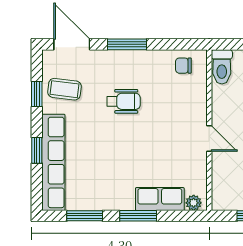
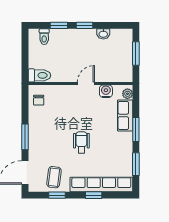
wheelchair: (124, 101) -> (81, 142), moved
water cooler: (197, 169) -> (106, 91), added

